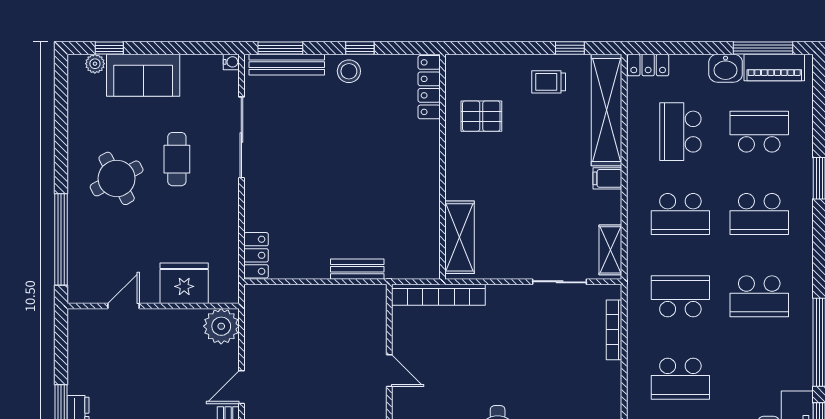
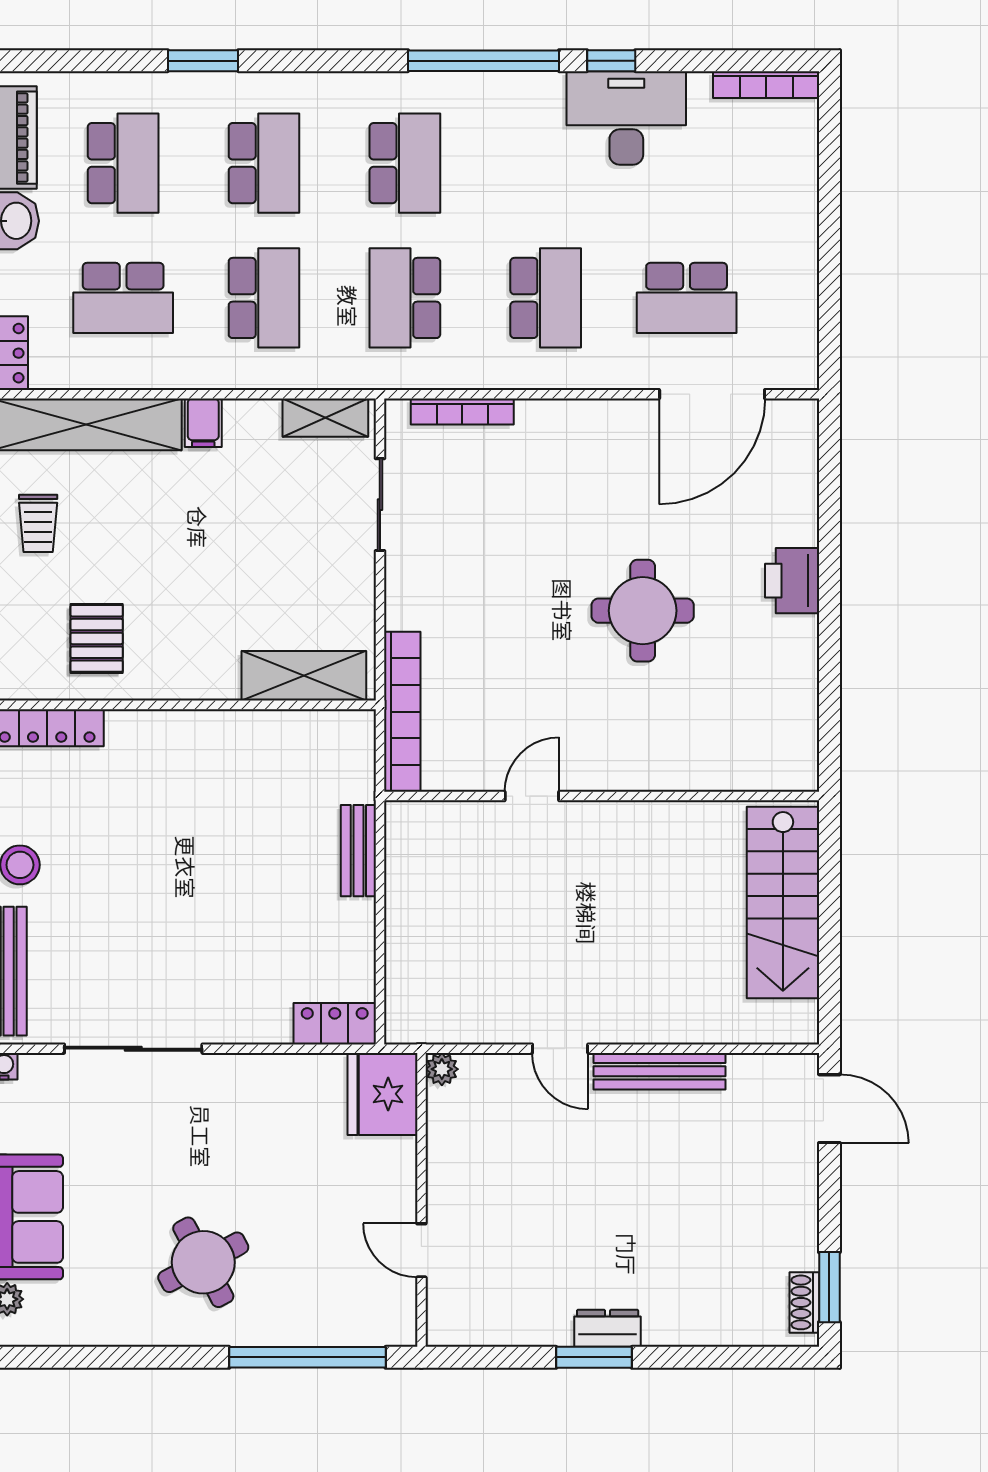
school desk: (759, 132) -> (123, 163), turned 180
cafe table: (177, 159) -> (170, 1159), removed
fridge: (184, 283) -> (382, 1094), moved
plant: (221, 326) -> (442, 1069), width x0.53, depth x0.53

